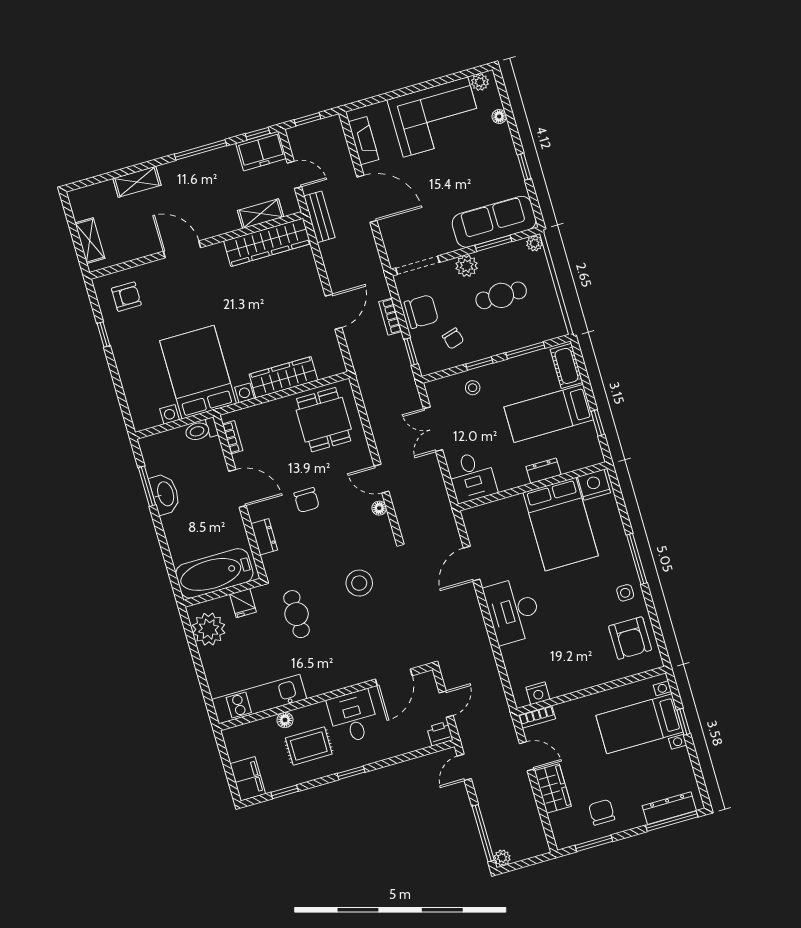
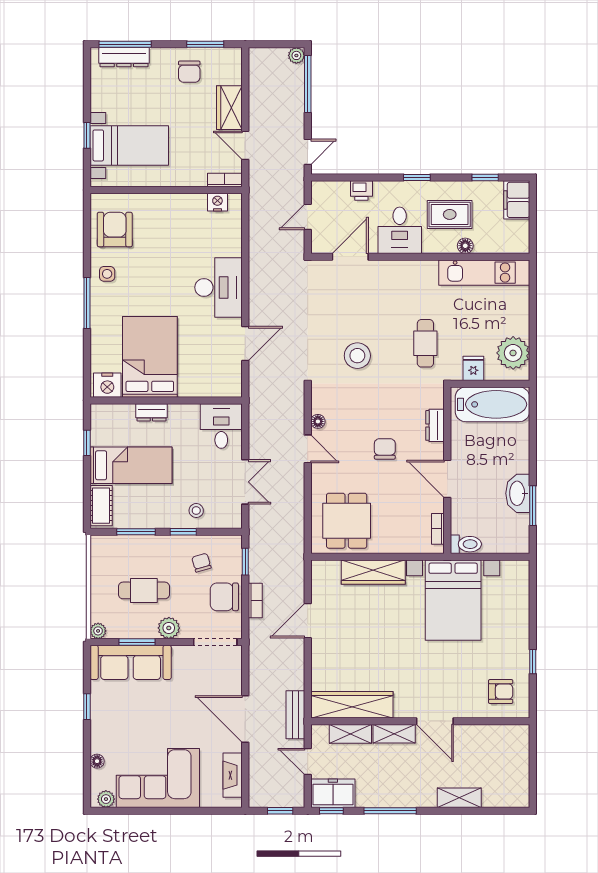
shelving: (90, 241) -> (394, 734), moved, turned 90
armchair: (126, 297) -> (501, 692), turned 180
printer: (440, 734) -> (361, 190), moved

